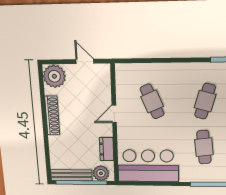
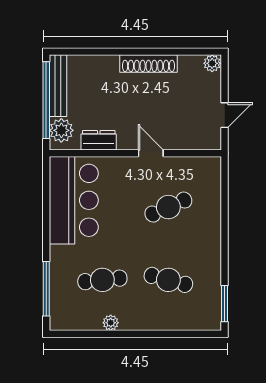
plant: (54, 76) -> (212, 63), width x0.53, depth x0.53

